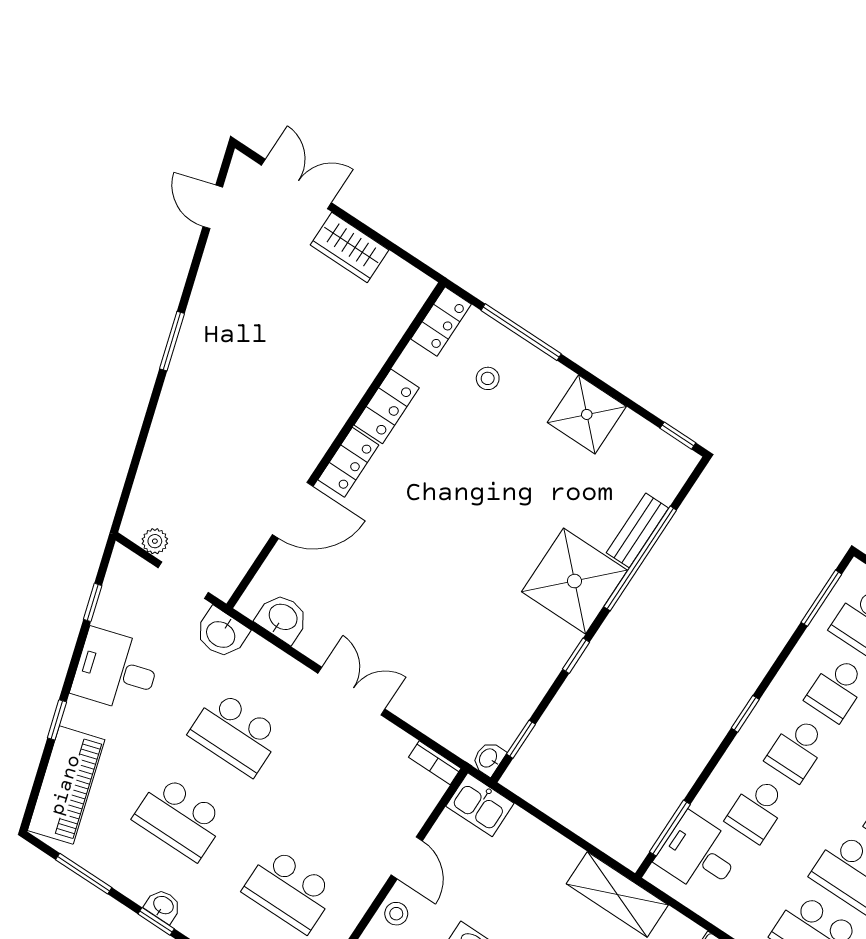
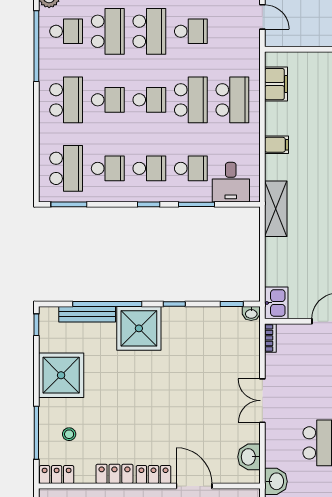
shower: (587, 414) -> (61, 375), width x1.37, depth x1.37
bench: (637, 530) -> (87, 314), width x1.36
window: (670, 828) -> (197, 204), moved

